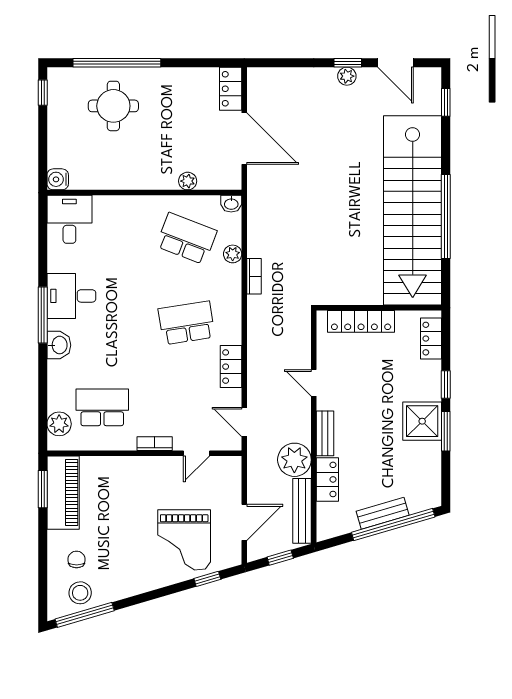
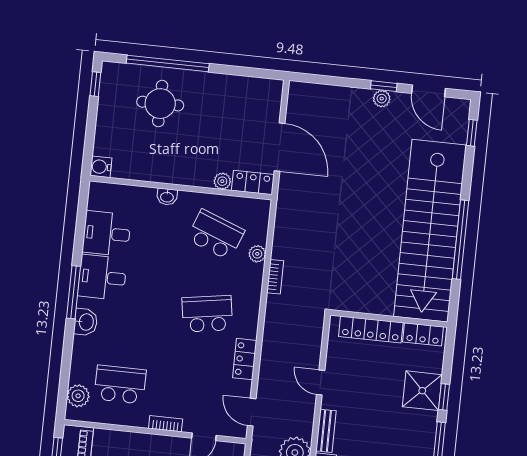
locker: (231, 89) -> (253, 182), moved, turned 90
washbasin: (231, 204) -> (167, 197), moved
desk: (69, 219) -> (107, 234), moved, turned -90
locker: (431, 339) -> (423, 334), moved, turned -90
shower: (422, 421) -> (422, 391), moved

